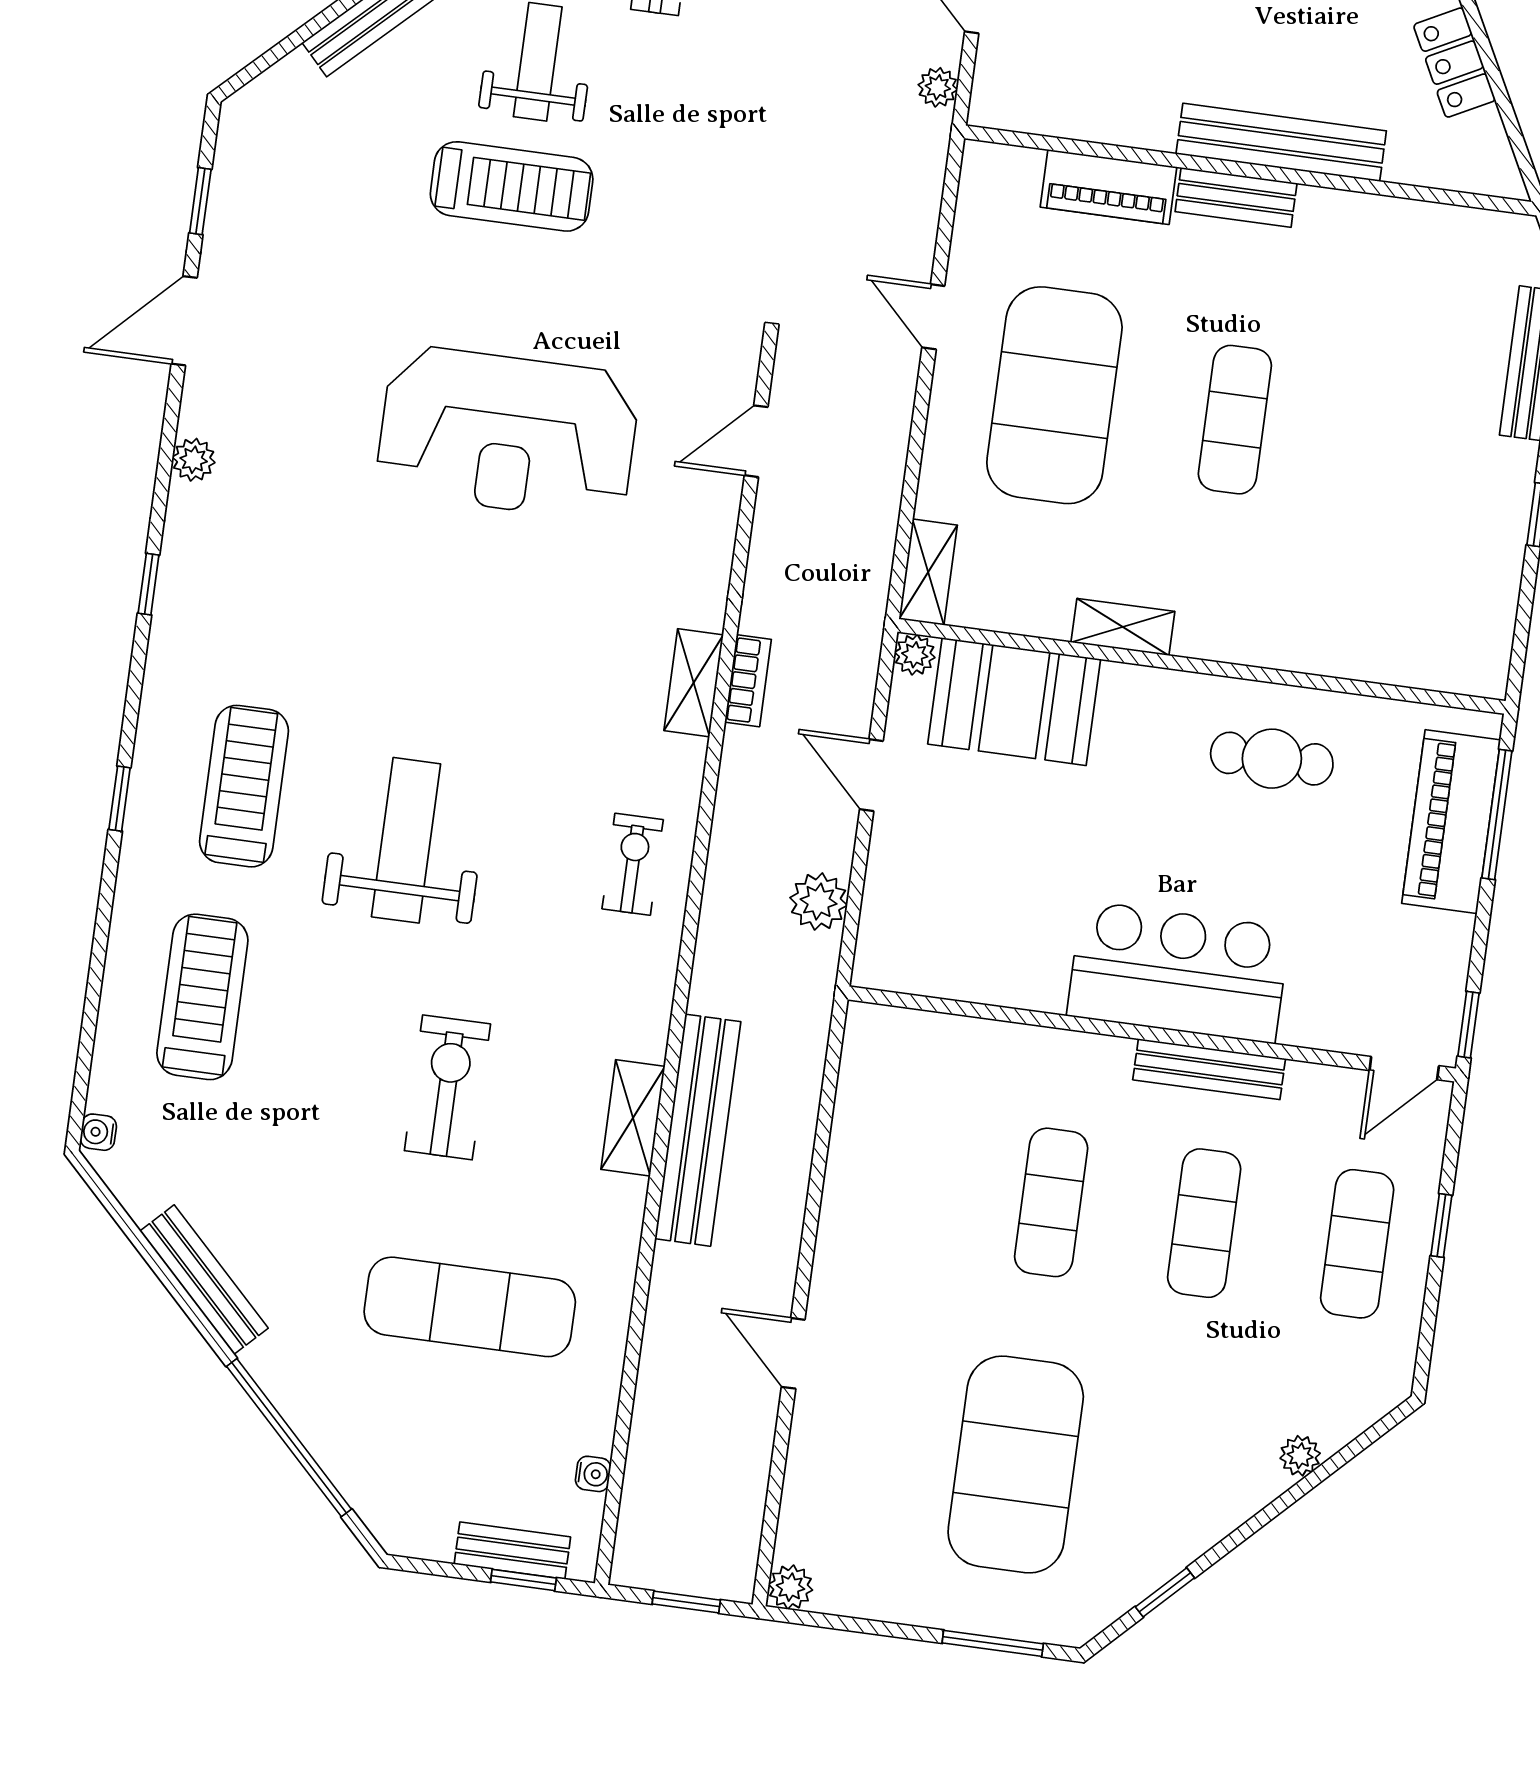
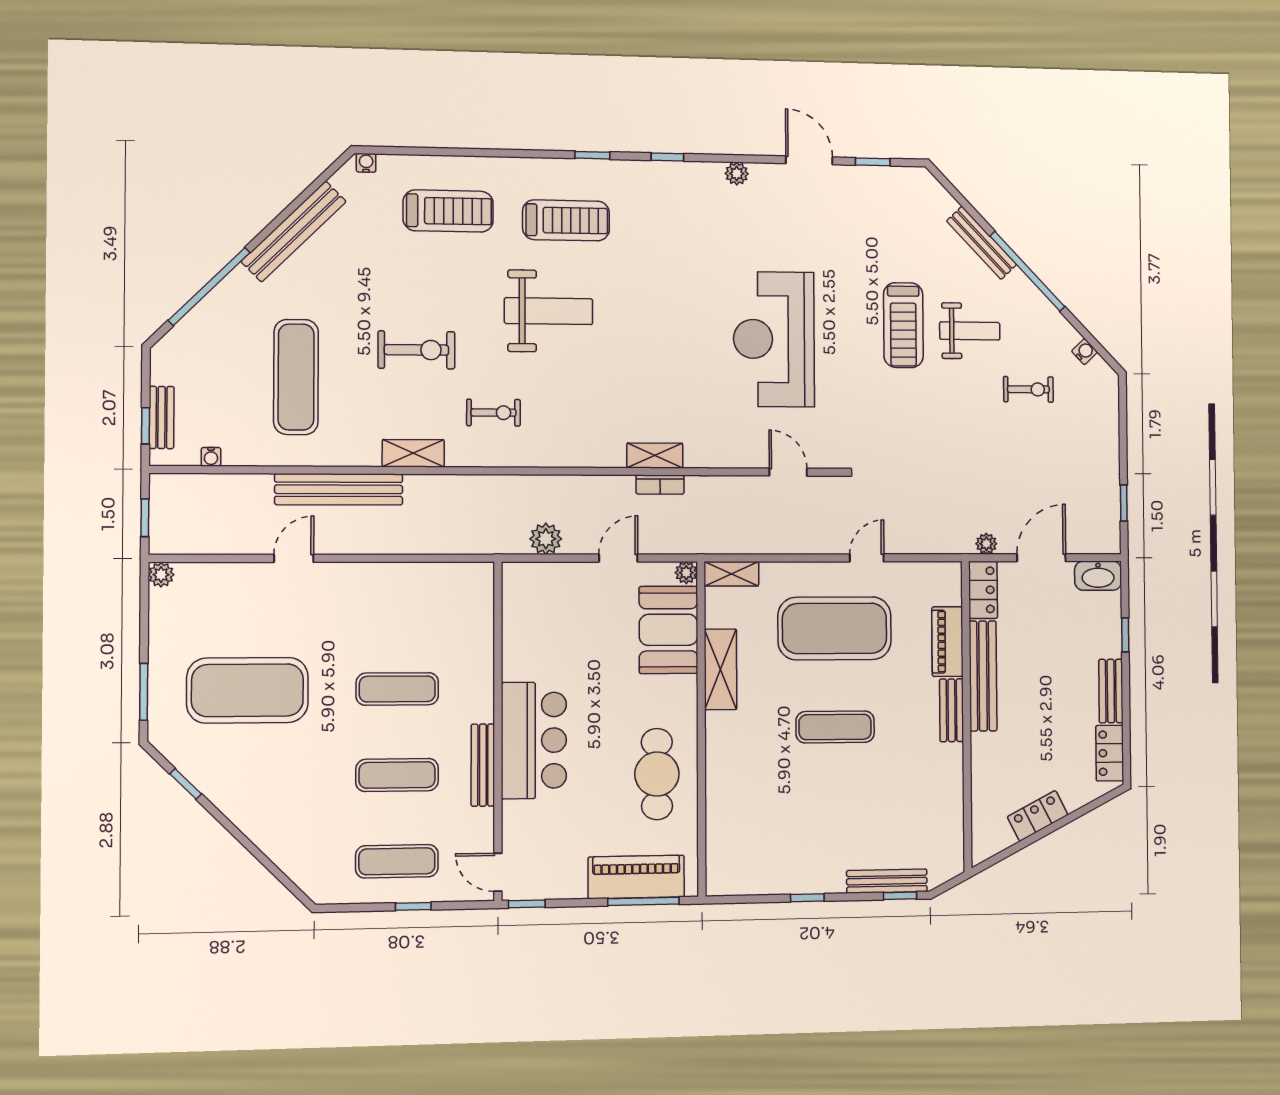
locker: (1022, 106) -> (983, 590), added
bench: (1281, 142) -> (983, 676), moved
shelving: (1123, 627) -> (721, 669), width x1.50, depth x1.33
cafe table: (1272, 759) -> (657, 774), width x1.37, depth x1.35
window: (120, 799) -> (592, 155), moved
exercise bike: (633, 864) -> (493, 413), moved
bench: (698, 1130) -> (339, 489), moved
bench: (204, 1280) -> (294, 231), width x1.37, depth x1.21
plant: (1300, 1456) -> (273, 848), removed

